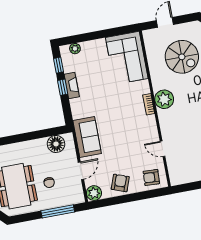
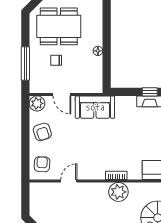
floor lamp: (56, 144) -> (98, 51), moved, width x0.53, depth x0.53
armchair: (120, 183) -> (42, 132), turned 52

